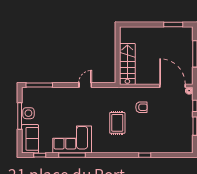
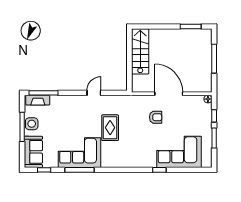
stairs: (127, 64) -> (140, 51), moved
door: (173, 86) -> (169, 94), moved
fireplace: (34, 92) -> (38, 100), added
rug: (117, 123) -> (110, 128), moved
corner sofa: (163, 139) -> (179, 152), added

